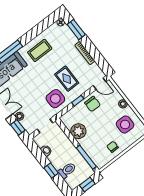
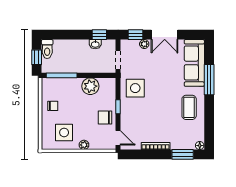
rug: (67, 79) -> (145, 112), removed
door: (100, 84) -> (118, 138), swing flipped
toilet: (67, 170) -> (47, 49), moved
window: (51, 171) -> (99, 35), moved

